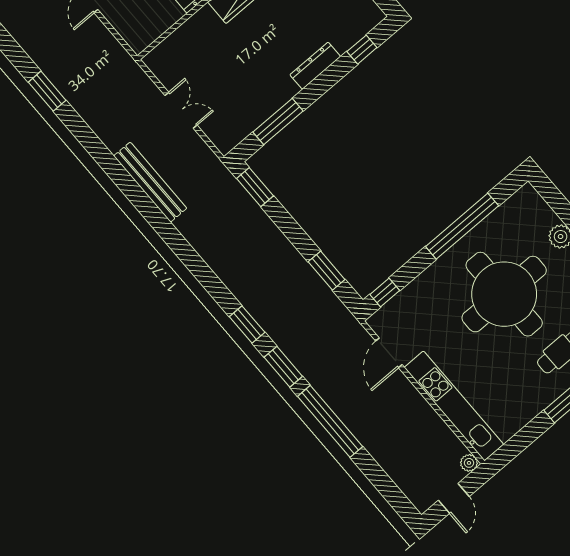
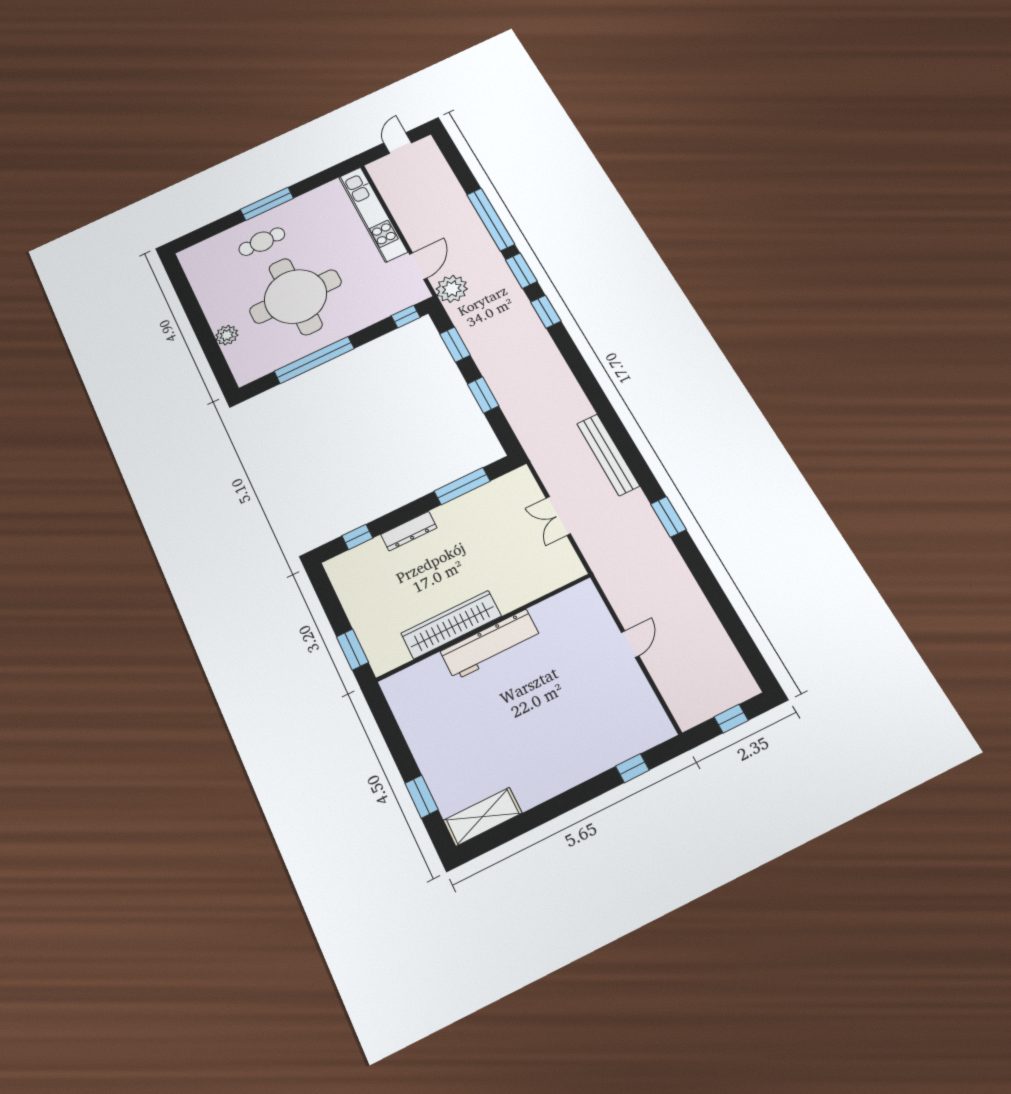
window: (47, 91) -> (668, 517), moved
window: (255, 187) -> (483, 395), moved
plant: (469, 463) -> (452, 289), moved, width x1.87, depth x1.87

